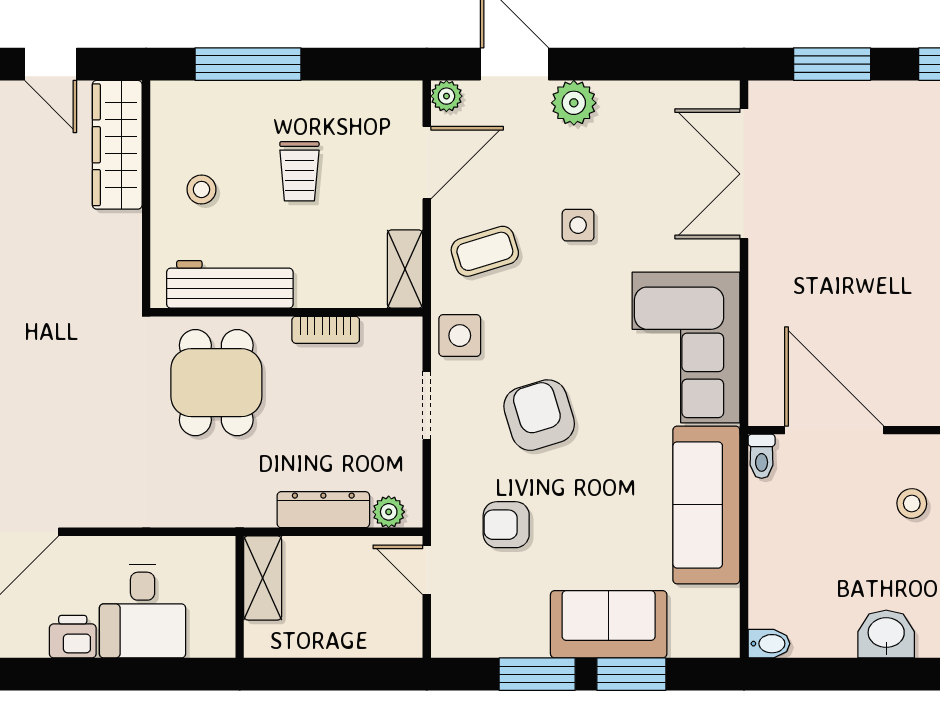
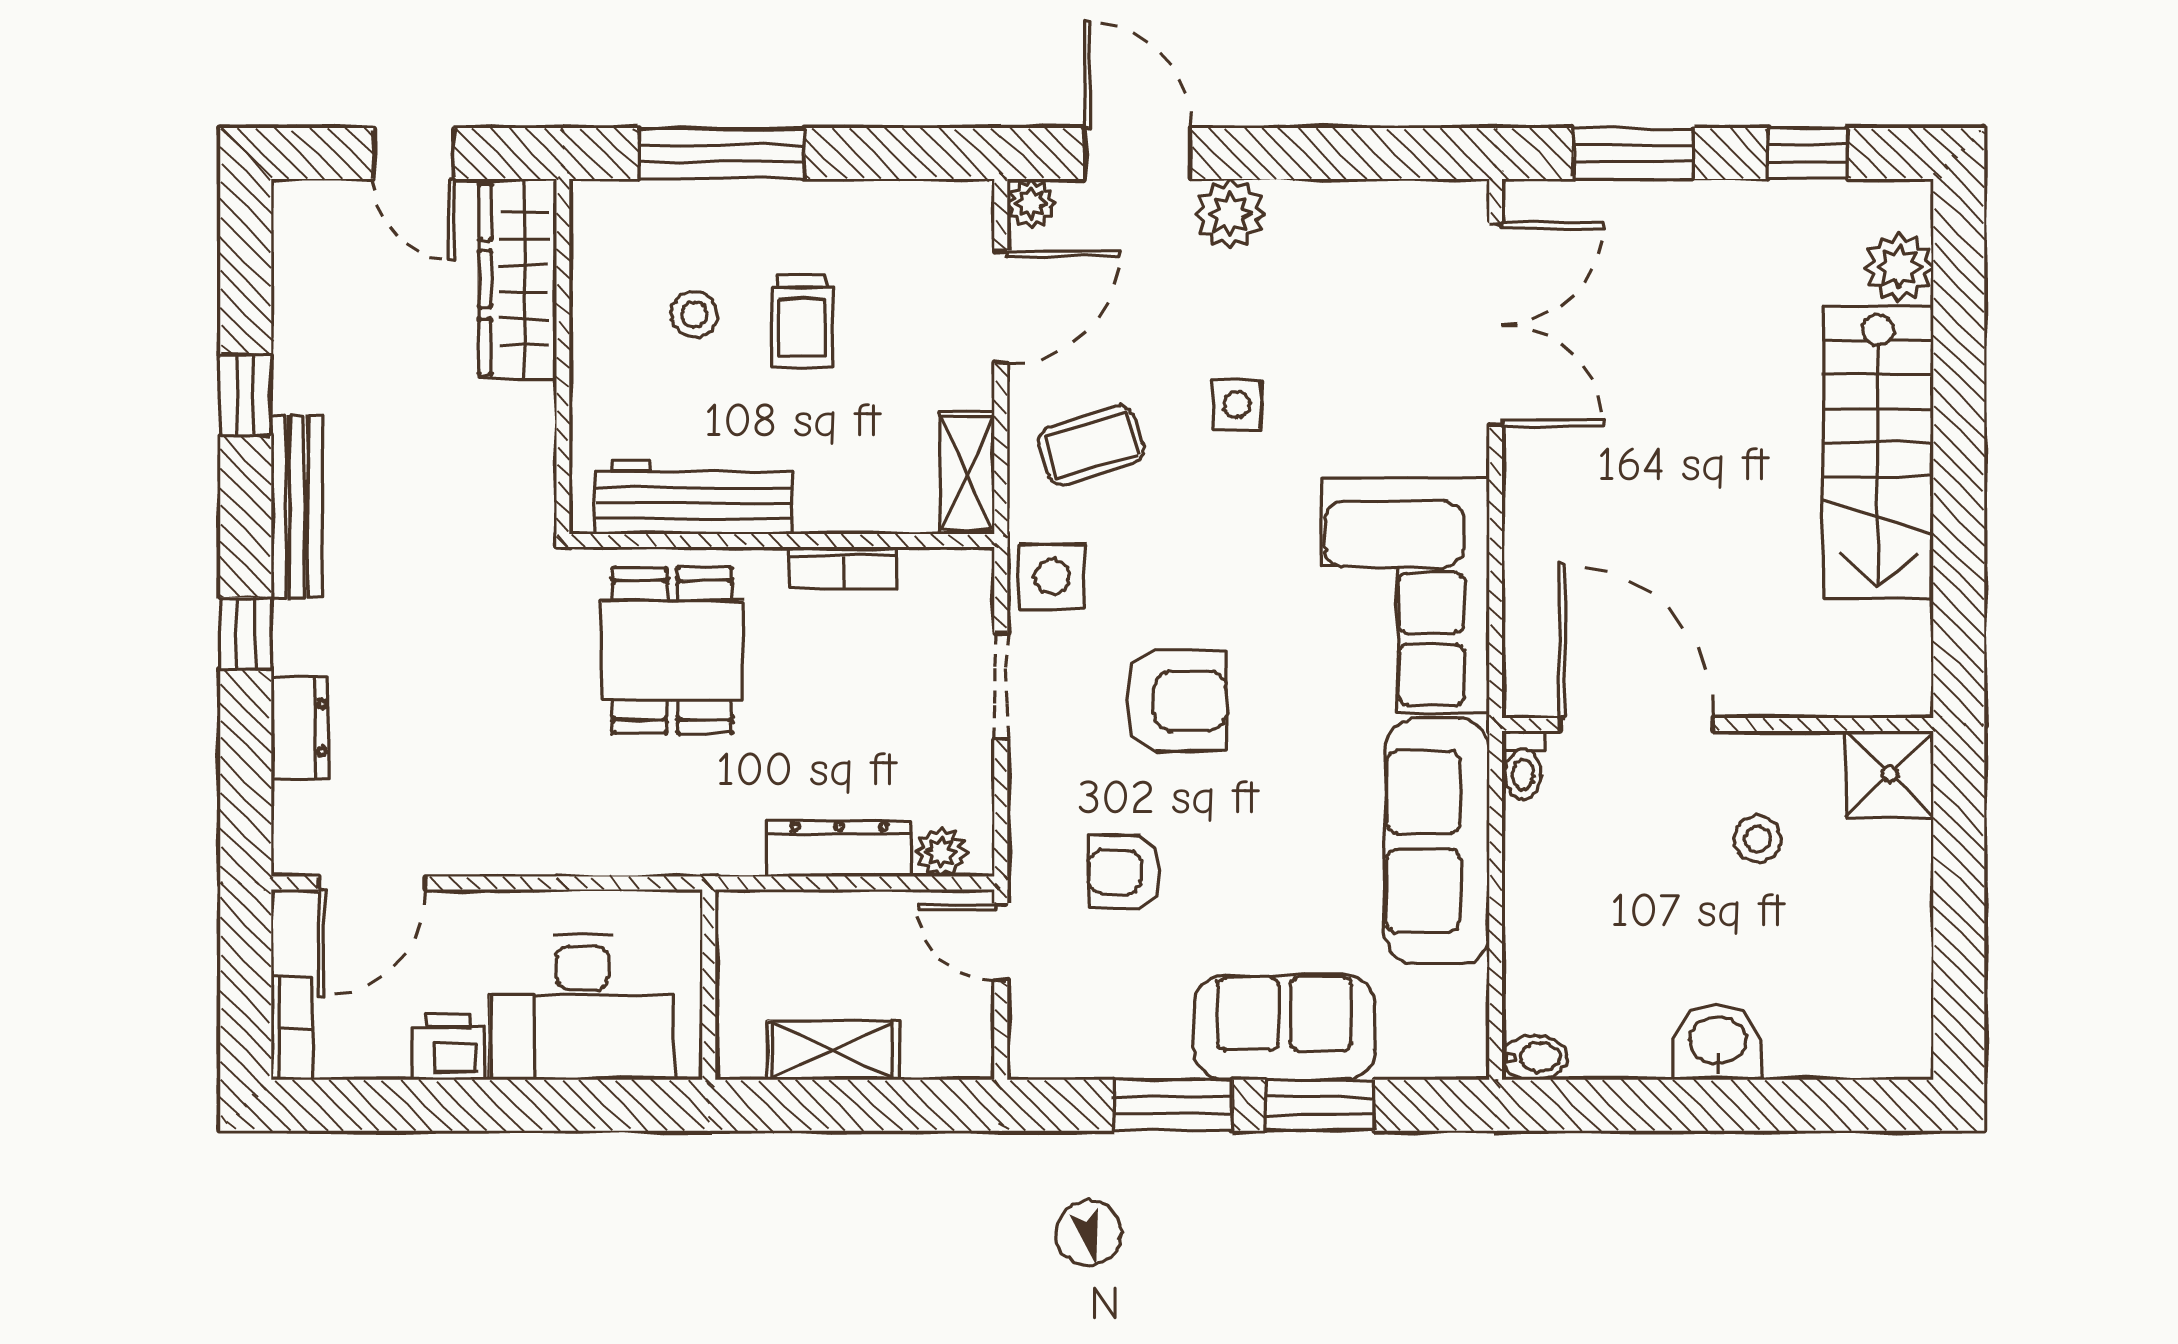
double door: (744, 174) -> (1496, 325), swing flipped
stool: (201, 189) -> (694, 315), moved
armchair: (539, 415) -> (1176, 701), turned 107
shelving: (263, 578) -> (833, 1050), moved, turned 90
desk: (143, 611) -> (582, 1007), width x1.37

